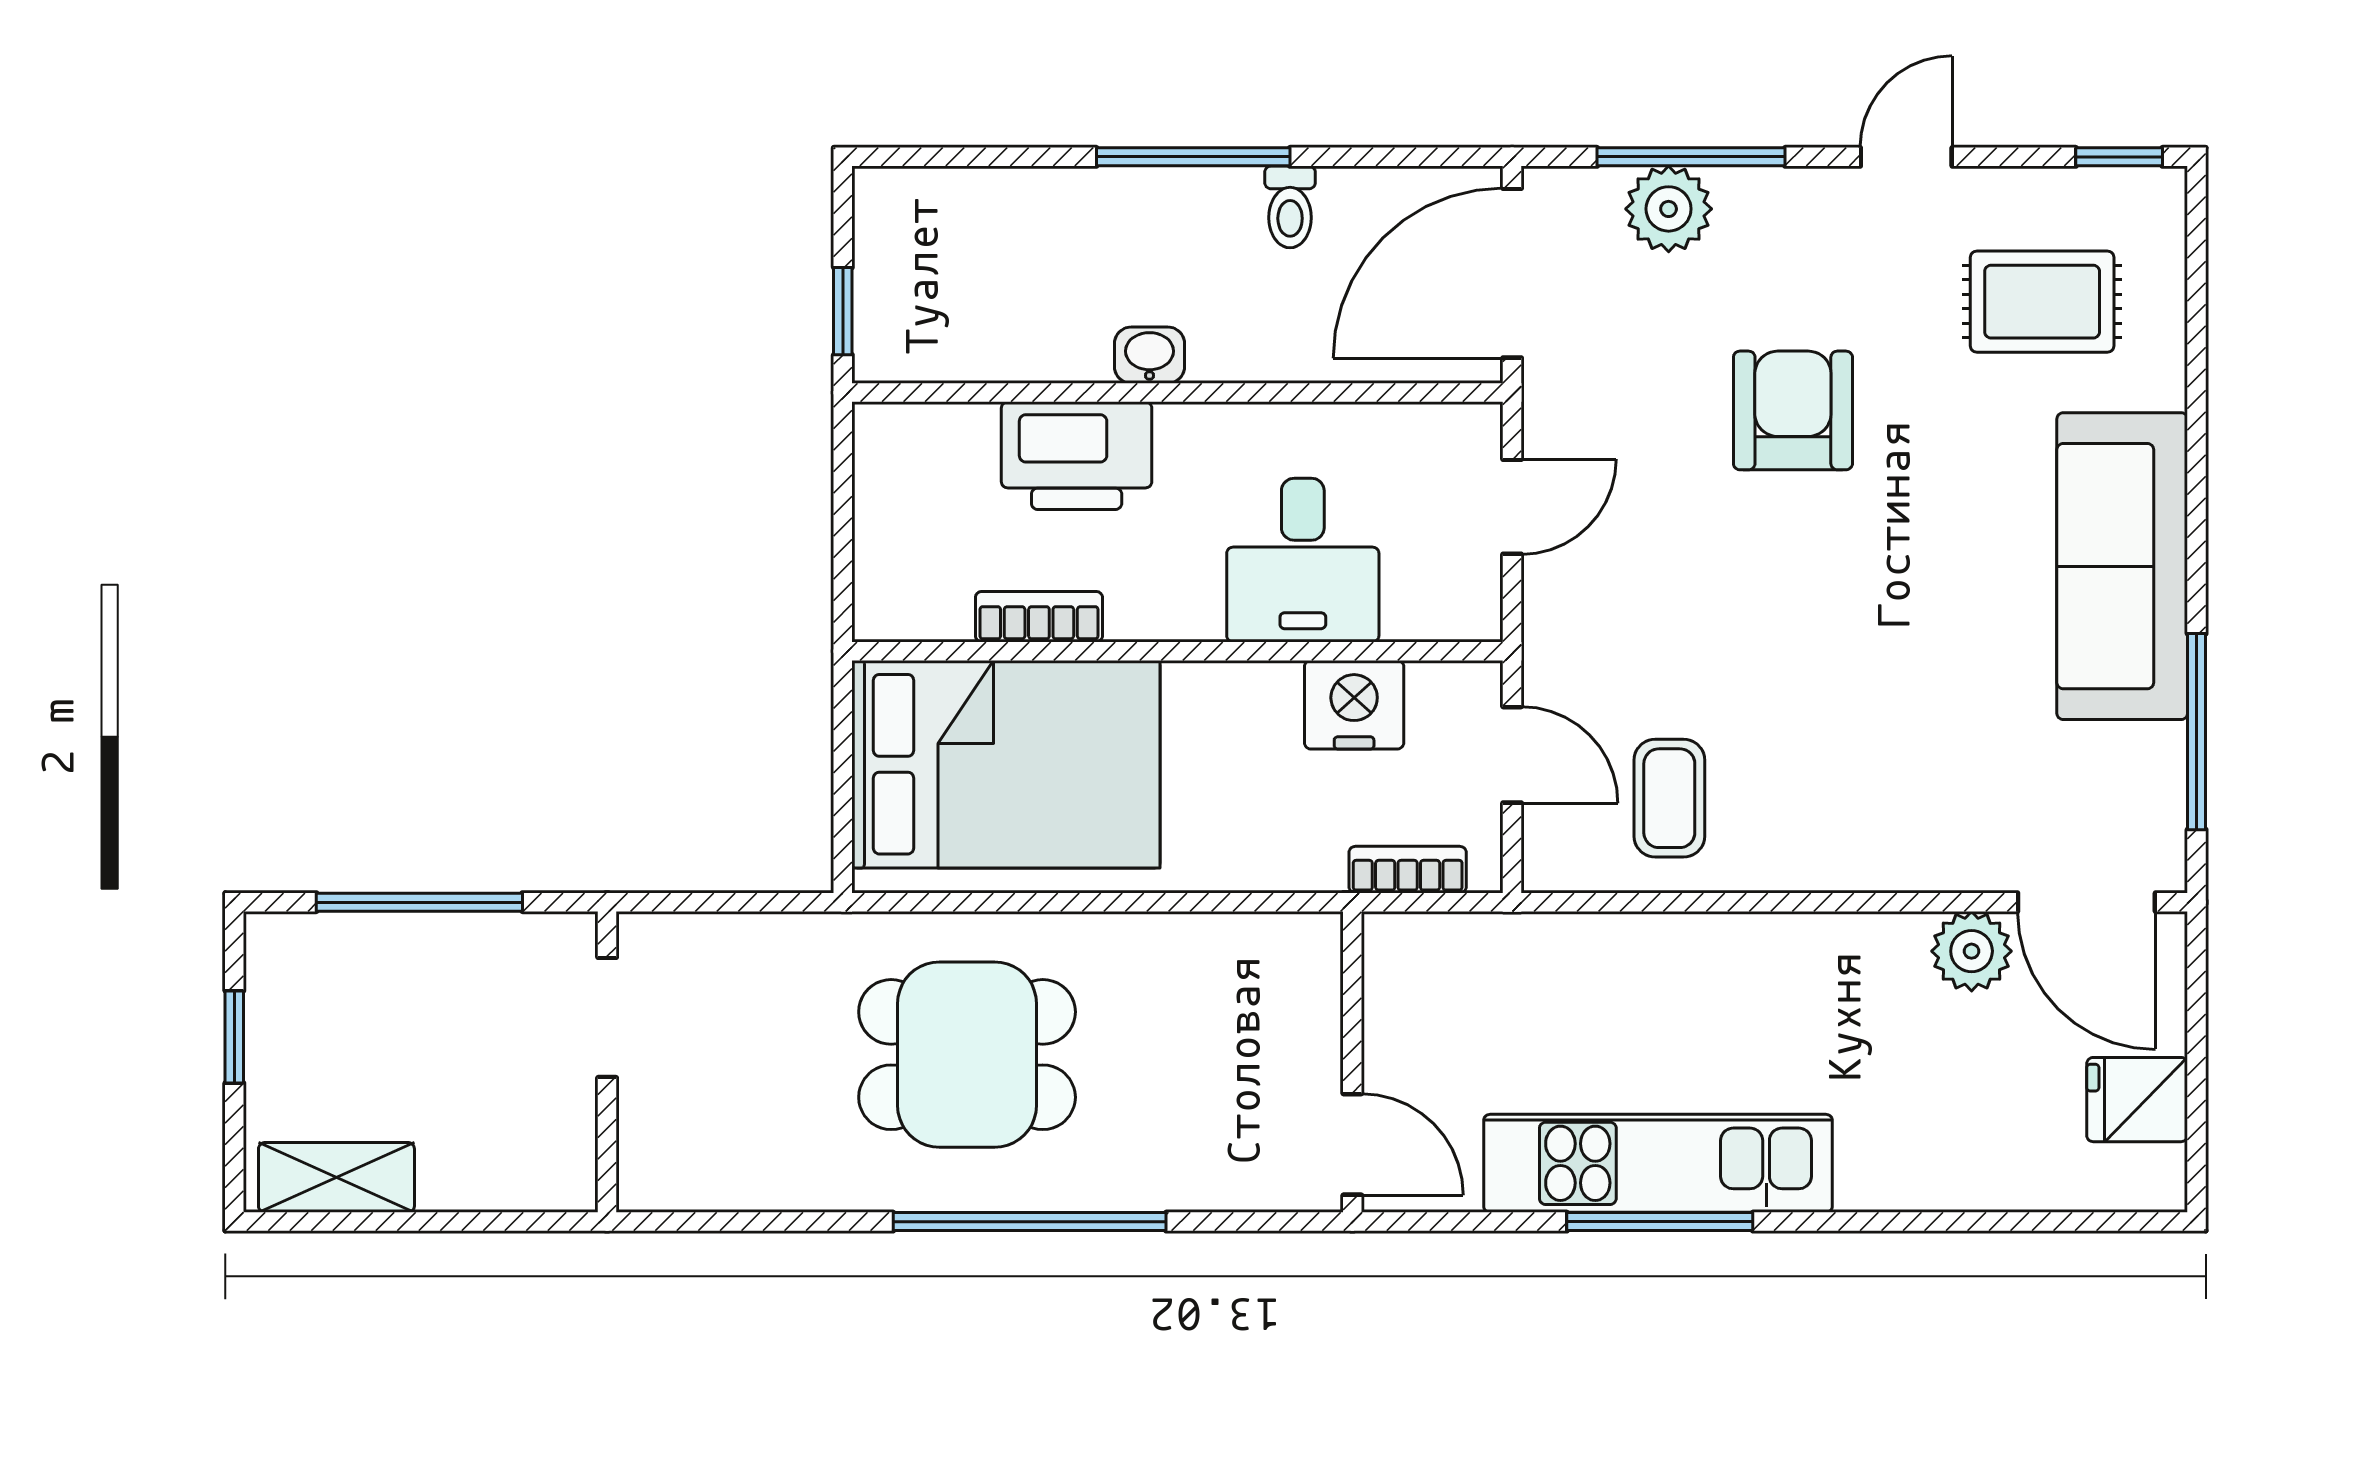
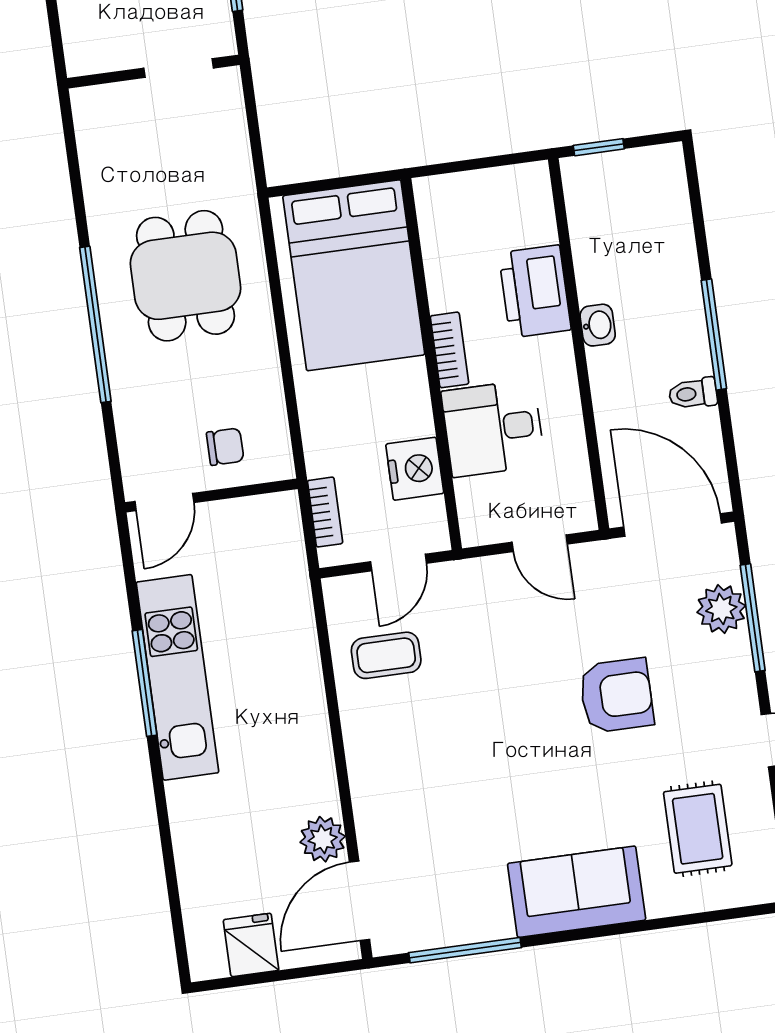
sofa: (2122, 566) -> (577, 892), width x0.73
bookcase: (1039, 617) -> (449, 350), moved
chair: (1271, 1027) -> (225, 447), added

